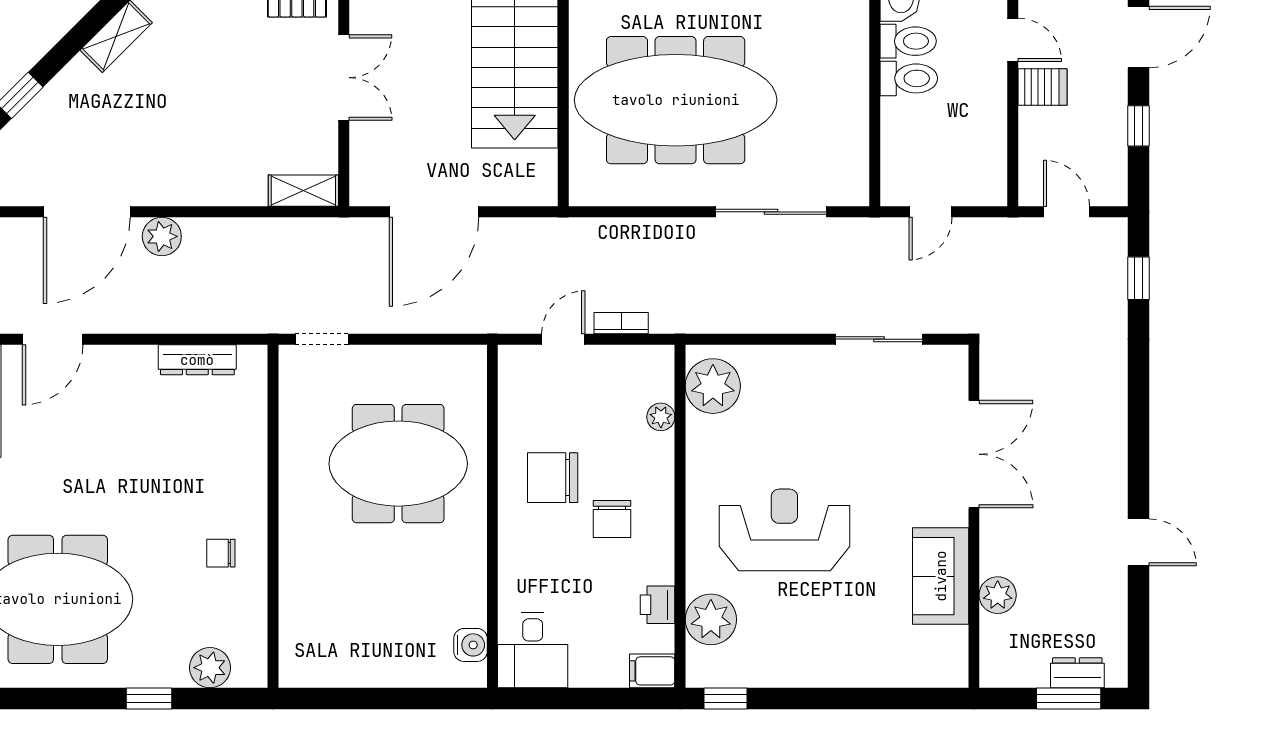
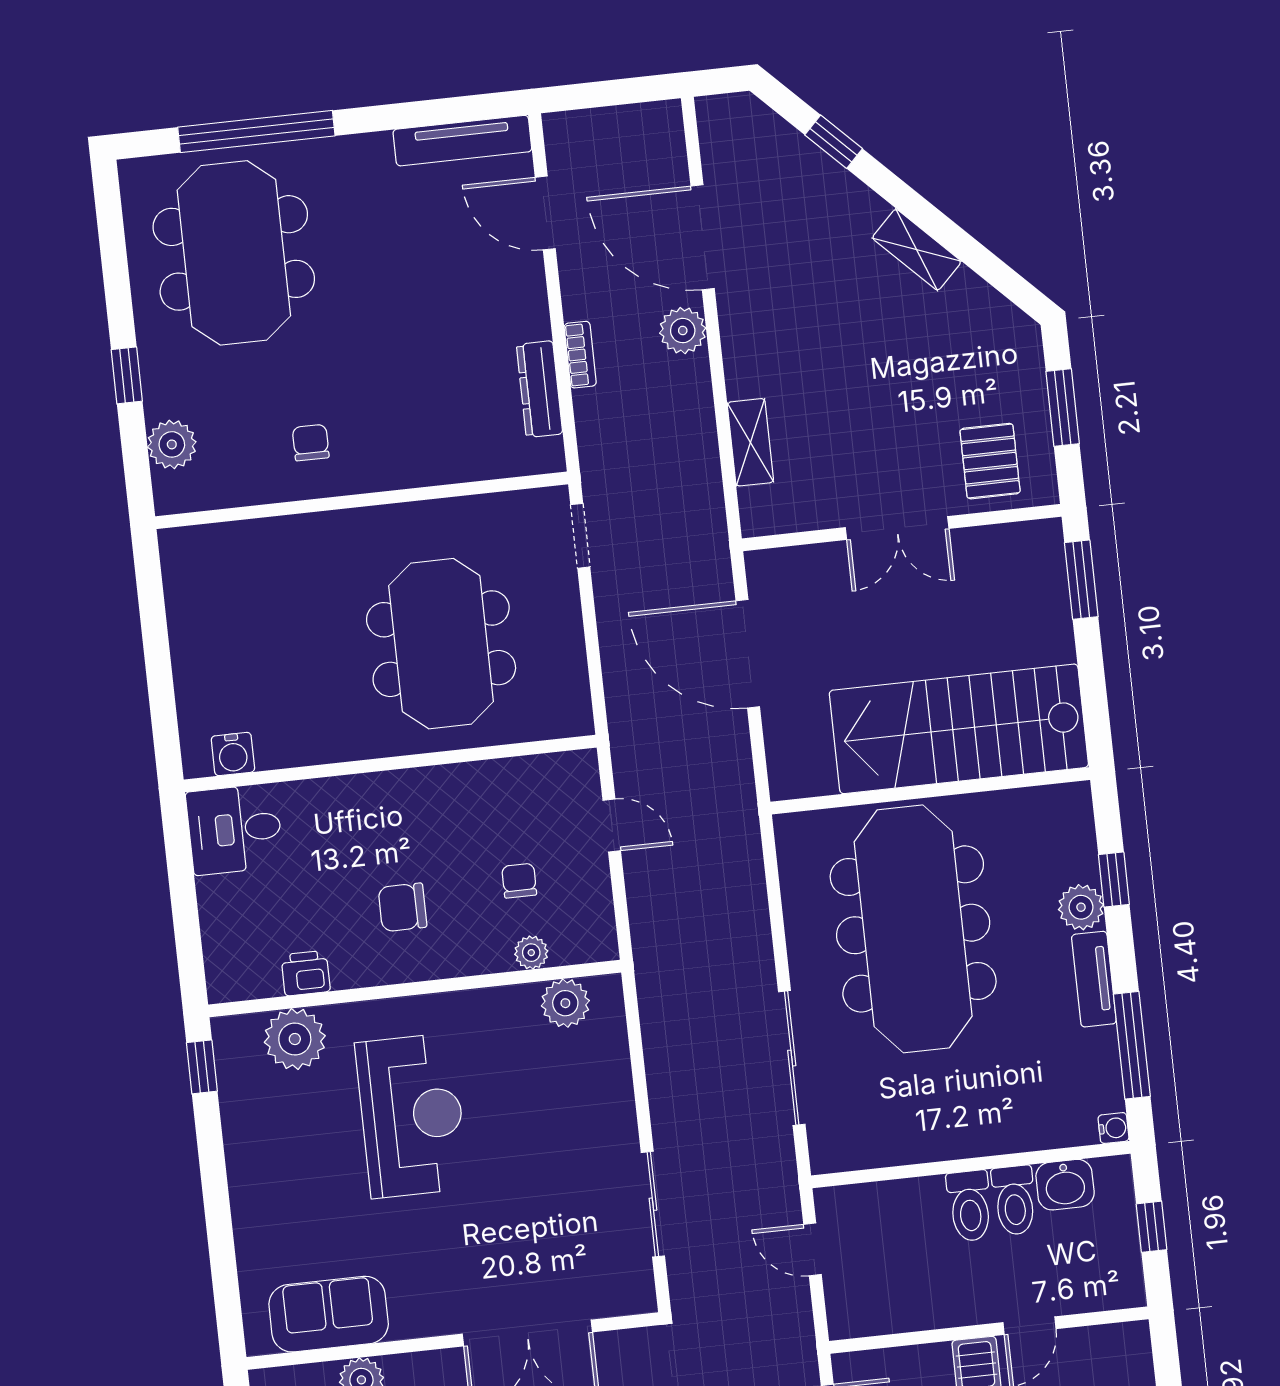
shelving: (303, 191) -> (750, 442), moved
bookcase: (621, 323) -> (580, 355), moved
plant: (713, 386) -> (565, 1003), width x0.73, depth x0.73
chair: (553, 478) -> (519, 881), moved, width x0.54, depth x0.54
sofa: (941, 576) -> (329, 1314), moved
filing cabinet: (652, 671) -> (225, 975), removed

